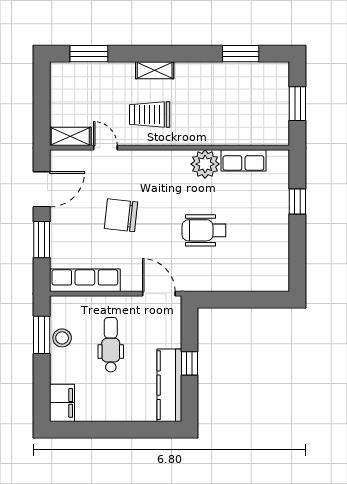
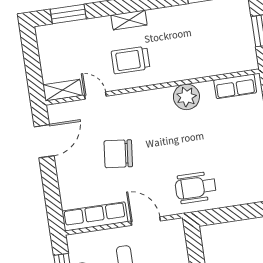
row of seats: (243, 160) -> (235, 86), moved
wheelchair: (204, 230) -> (196, 187), moved
window: (42, 240) -> (51, 186), removed
door: (159, 294) -> (146, 221), moved

